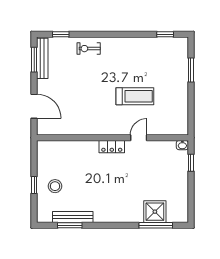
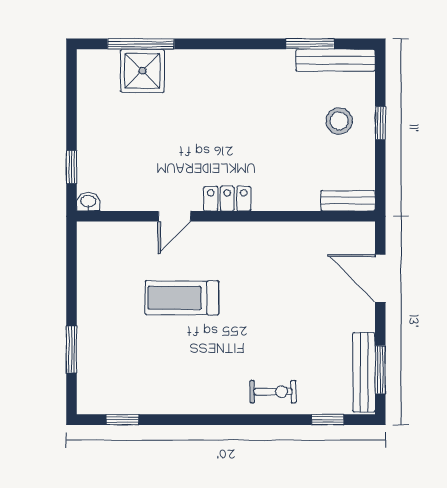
bench: (50, 146) -> (348, 201), added
bench: (73, 217) -> (336, 60), moved

